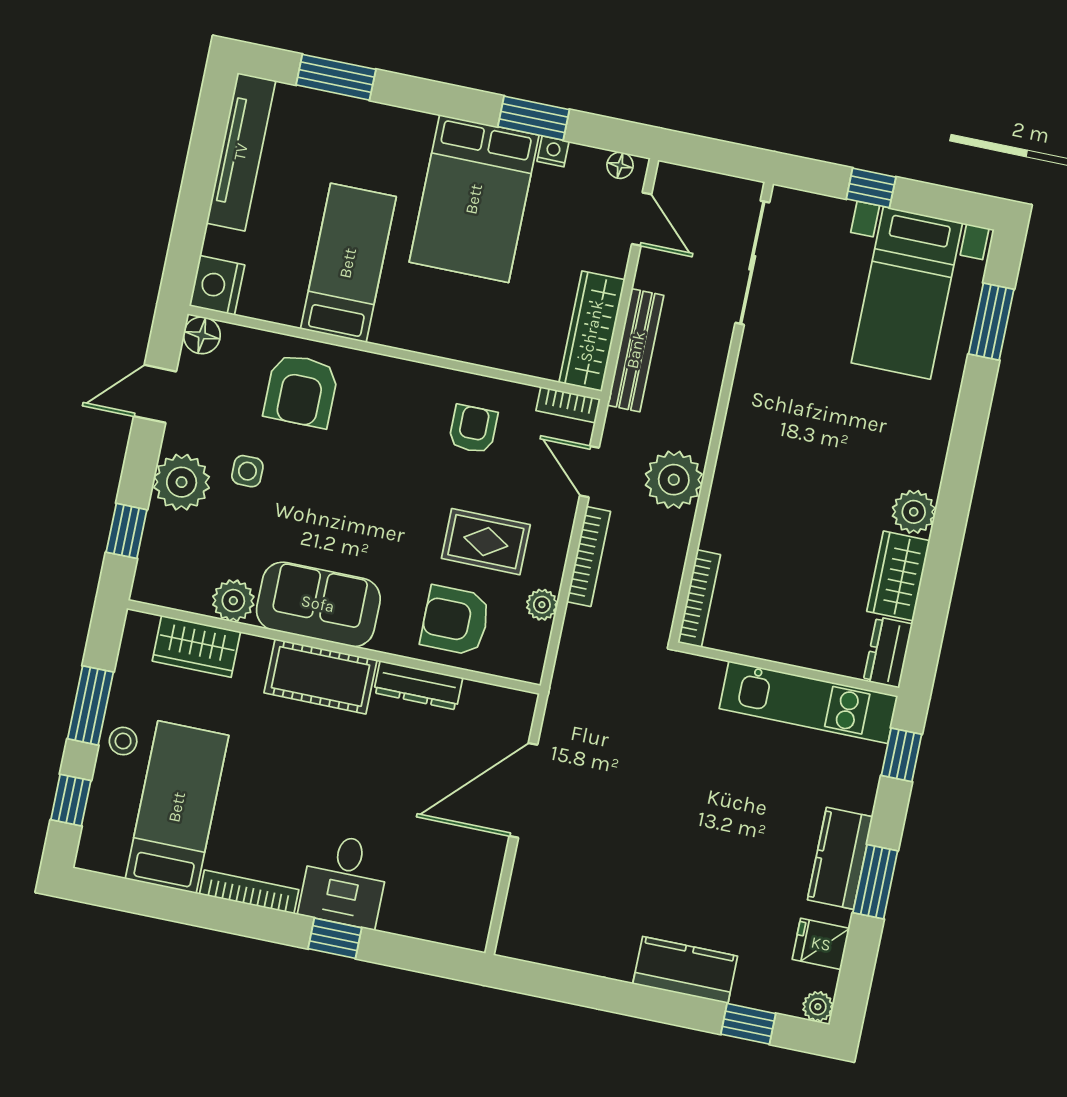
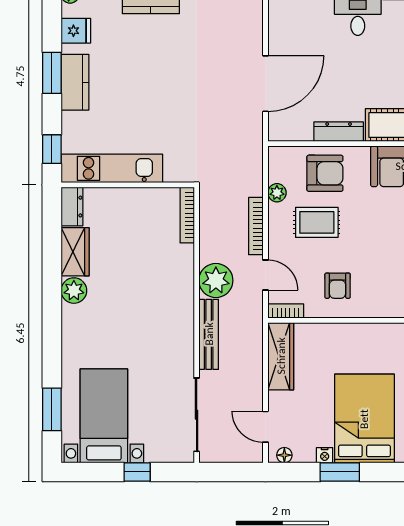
bench: (636, 350) -> (209, 334), moved

